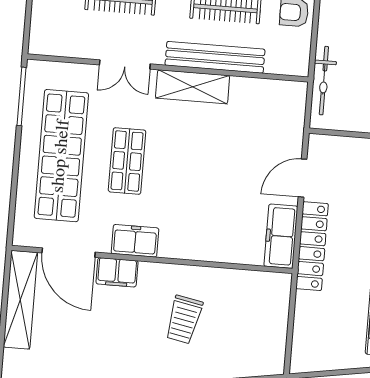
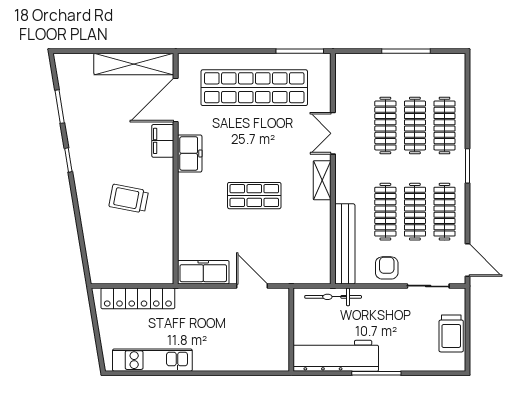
bench: (215, 57) -> (345, 244), moved
shelving: (193, 87) -> (322, 180), width x0.67, depth x0.75
shop shelf: (127, 161) -> (254, 196), moved
locker: (312, 246) -> (138, 298), moved

